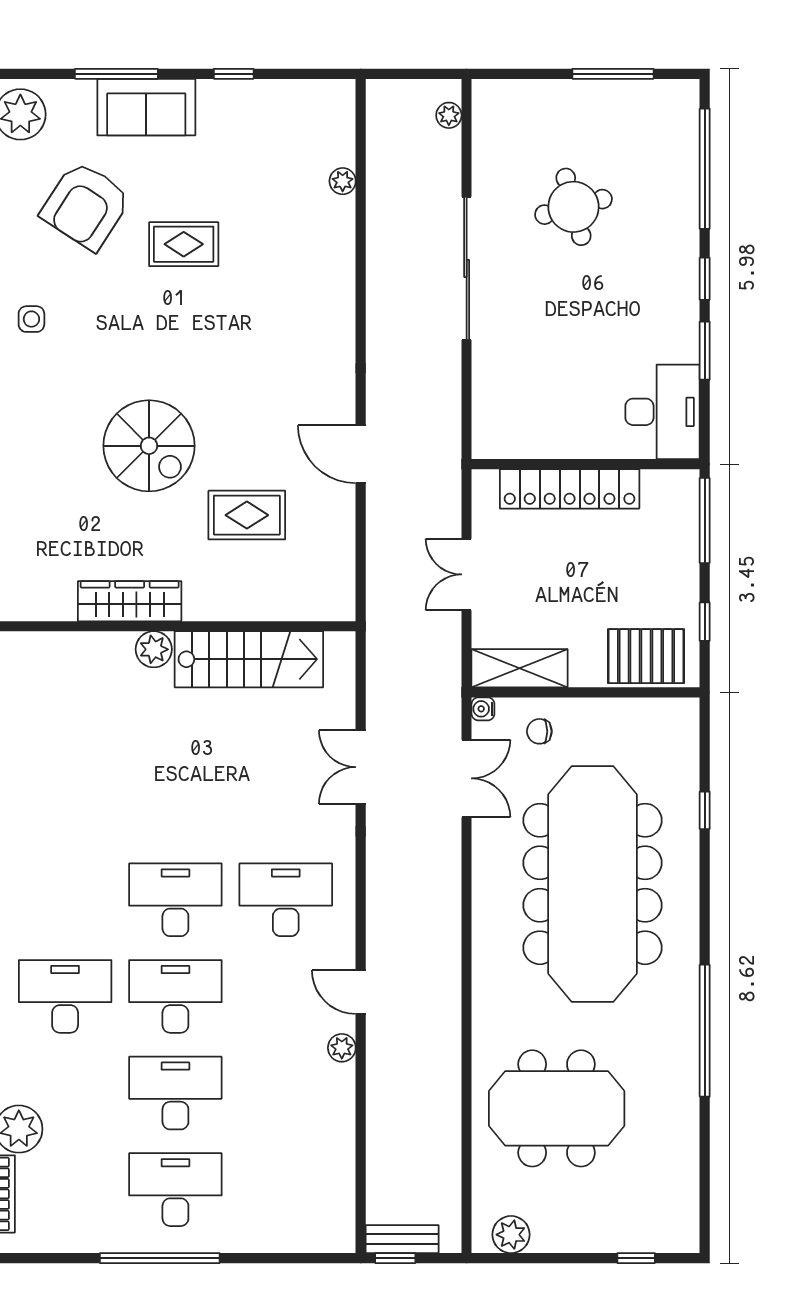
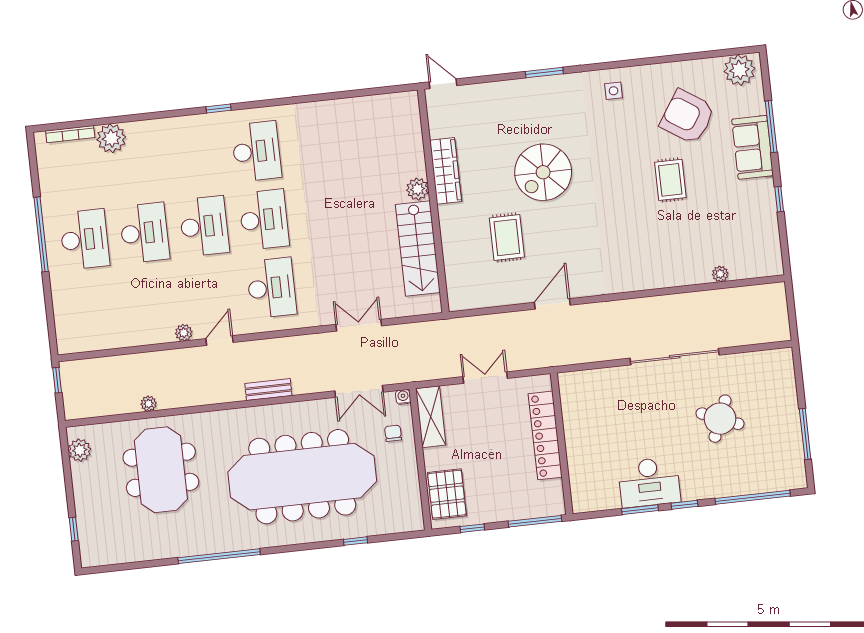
plant: (449, 115) -> (149, 404), moved
round table: (573, 207) -> (720, 419), turned 37
desk: (663, 412) -> (649, 482), moved
desk: (65, 996) -> (256, 151), moved
bench: (402, 1239) -> (268, 390), moved, turned 90

